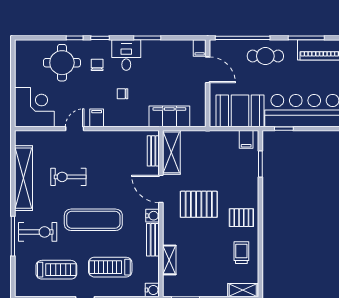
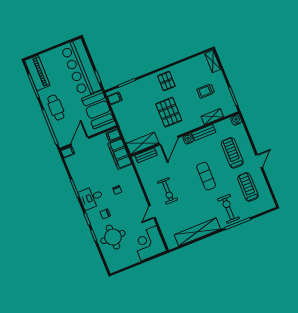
filing cabinet: (97, 118) -> (113, 135), moved
door: (75, 129) -> (152, 212), hinge flipped
exercise bike: (68, 177) -> (168, 191), moved
exercise mat: (93, 220) -> (206, 176), width x0.73, depth x0.69
trolley: (241, 253) -> (206, 91), moved
treadmill: (110, 267) -> (232, 153), turned 180

